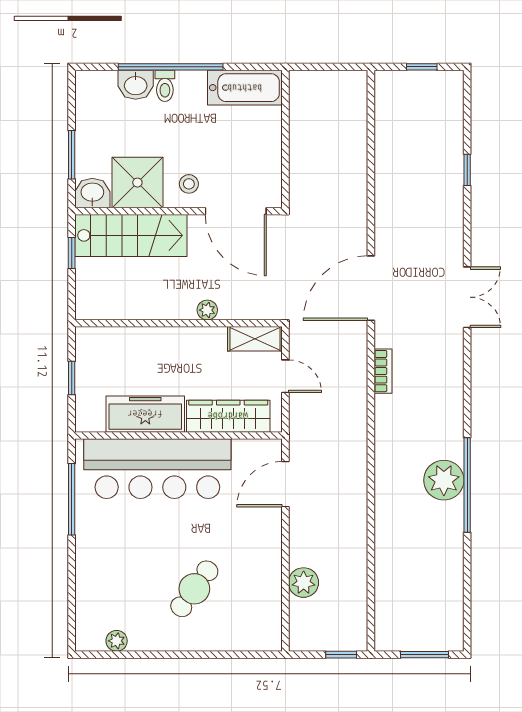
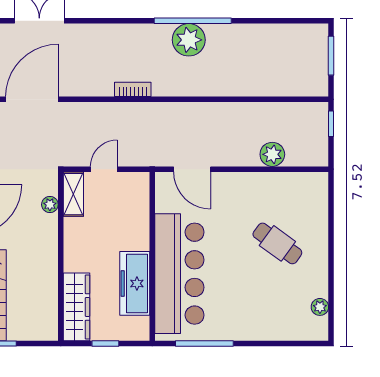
door: (371, 288) -> (32, 99), swing flipped
plant: (207, 310) -> (50, 205), moved
bookcase: (383, 371) -> (133, 89), moved
wardrobe: (228, 416) -> (76, 307), moved, turned 180

